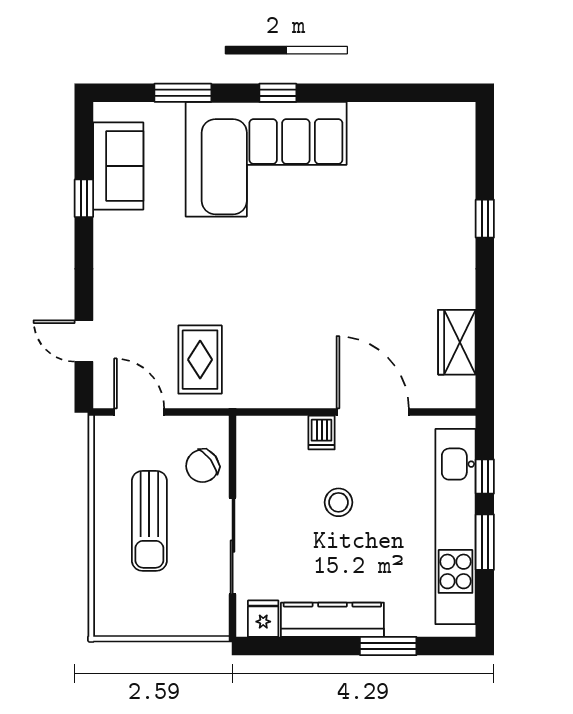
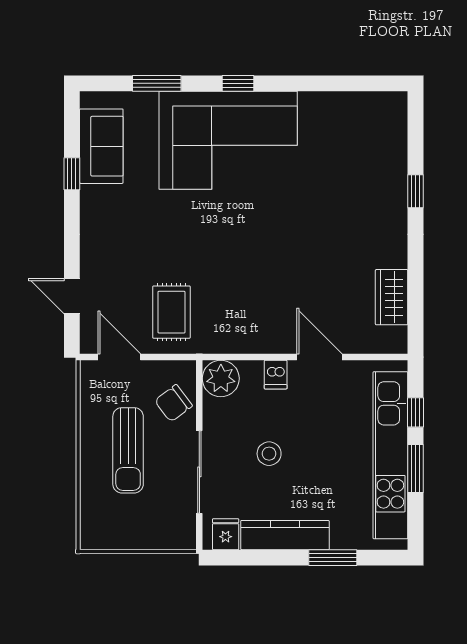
door: (373, 412) -> (319, 357), width x0.73
plant: (258, 437) -> (221, 378), added
stool: (339, 502) -> (269, 454), moved

